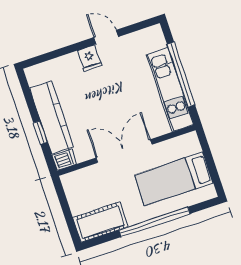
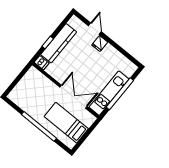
door: (106, 37) -> (95, 29), moved
double door: (124, 151) -> (74, 97), moved
cot: (100, 222) -> (22, 100), removed

